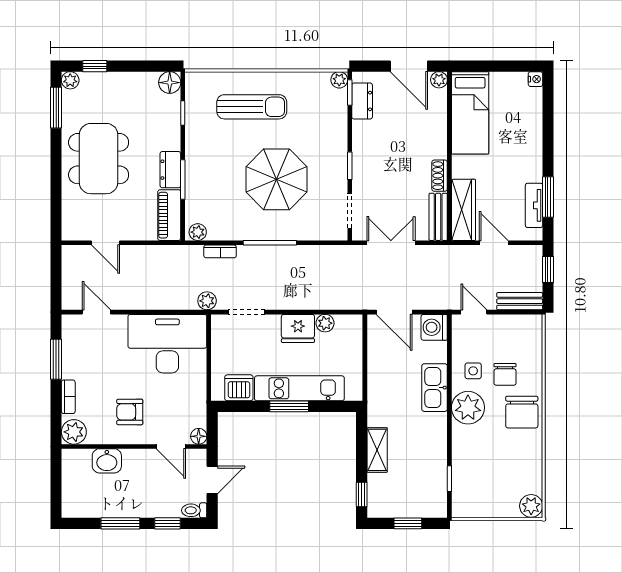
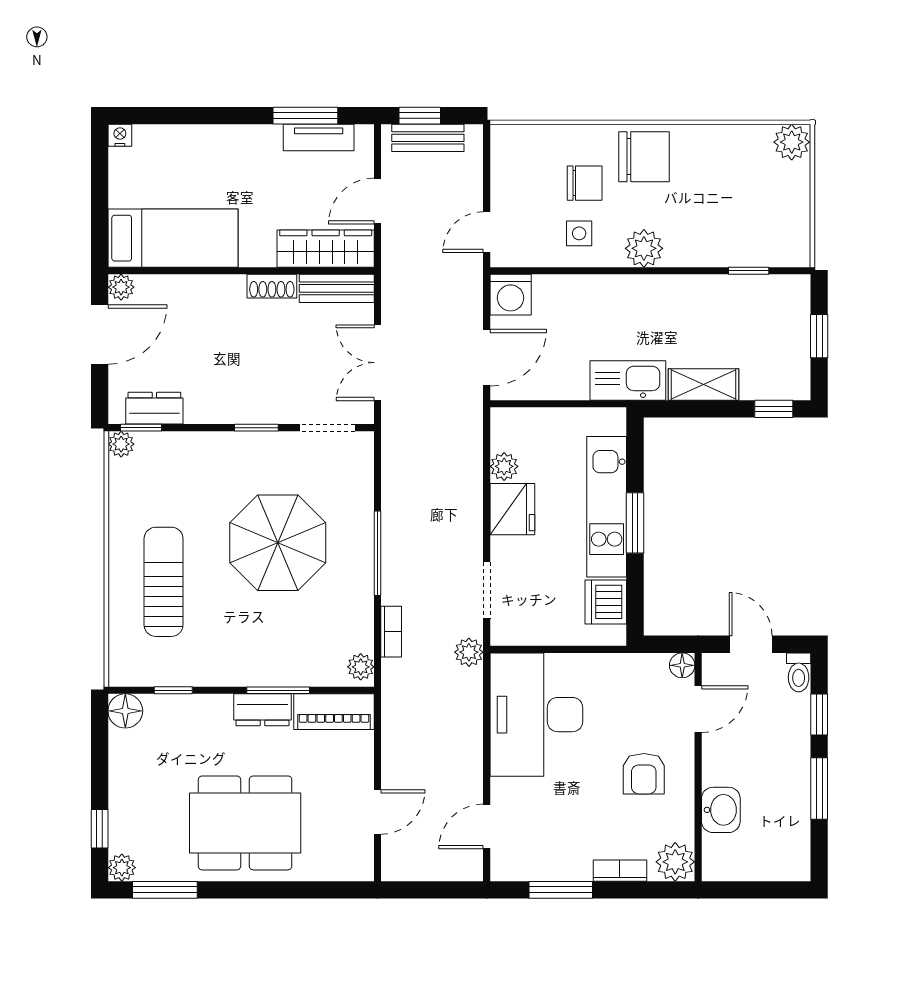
bench: (520, 301) -> (428, 138), moved, turned 90
kitchen sink: (435, 388) -> (628, 380), moved, turned 180
plant: (468, 408) -> (644, 248), width x0.73, depth x0.73

